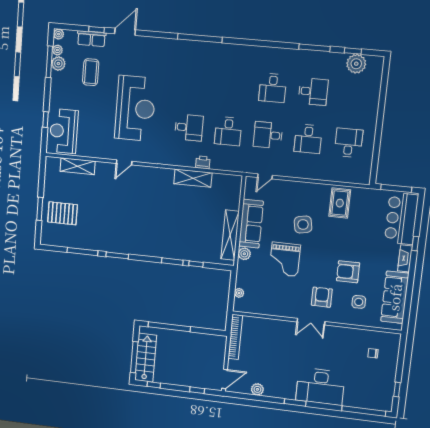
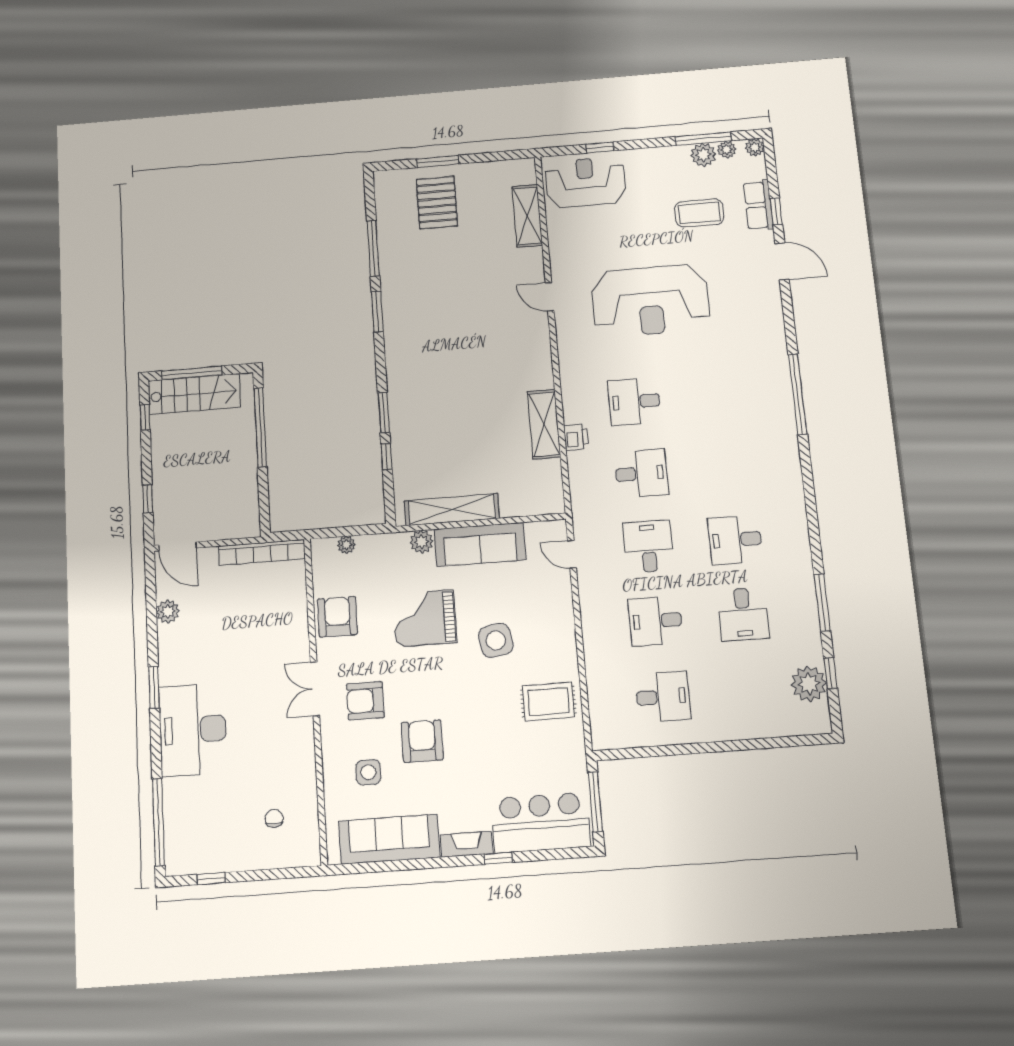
desk: (189, 128) -> (634, 402), turned 90
desk: (228, 131) -> (641, 473), turned 180
armchair: (322, 297) -> (365, 701), turned 180
armchair: (276, 304) -> (337, 617), added

